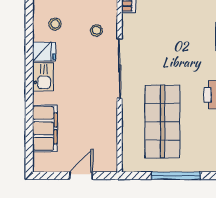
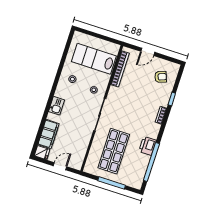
fridge: (44, 52) -> (42, 153), moved

